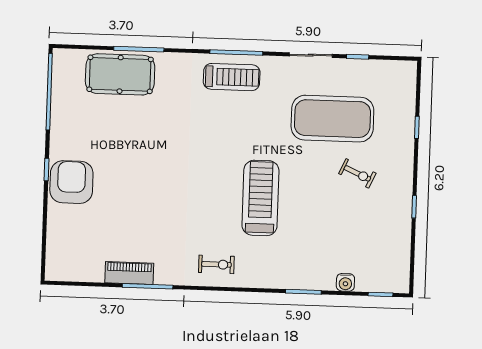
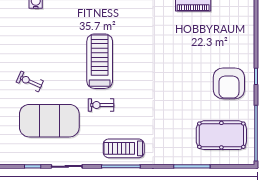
pool table: (120, 74) -> (221, 135), moved
armchair: (71, 182) -> (229, 83), moved
treadmill: (260, 198) -> (100, 61), turned 180
exercise bike: (216, 264) -> (101, 105), moved

